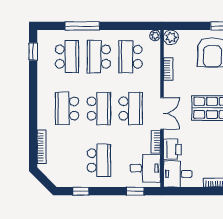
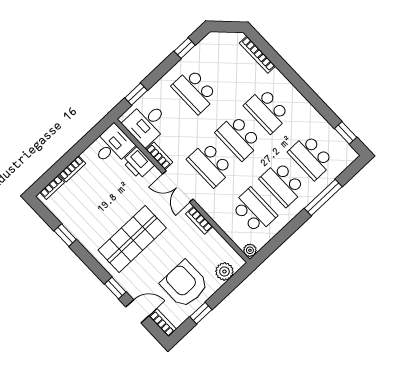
plant: (171, 37) -> (224, 271), moved
school desk: (99, 57) -> (282, 184), turned 180
bookcase: (168, 69) -> (199, 220), moved
school desk: (67, 109) -> (267, 110), turned 180

